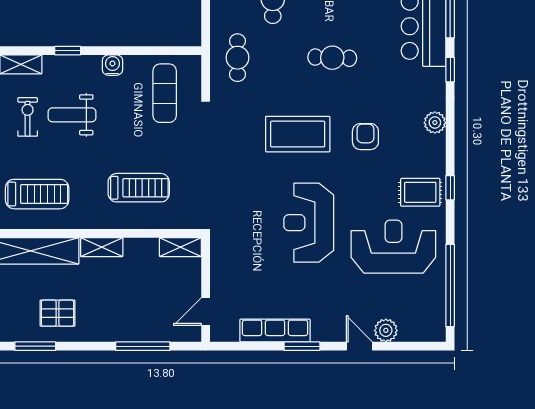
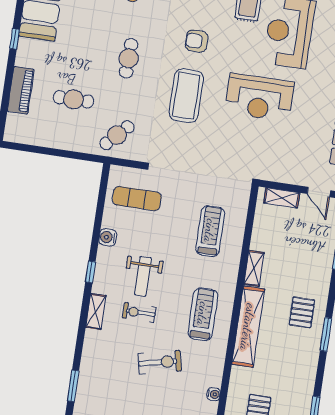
cafe table: (237, 58) -> (117, 135), turned -46
shelving: (180, 247) -> (282, 198), moved, turned 90

